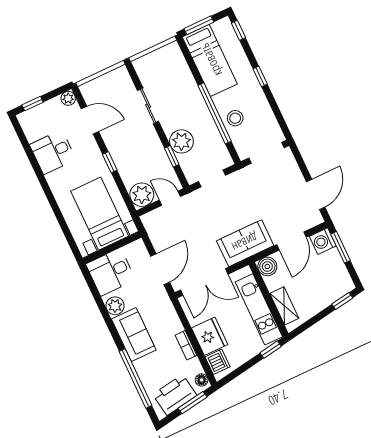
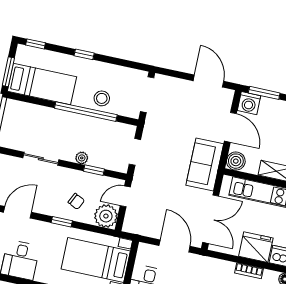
plant: (181, 141) -> (82, 158), width x0.53, depth x0.53
chair: (135, 161) -> (76, 201), added

